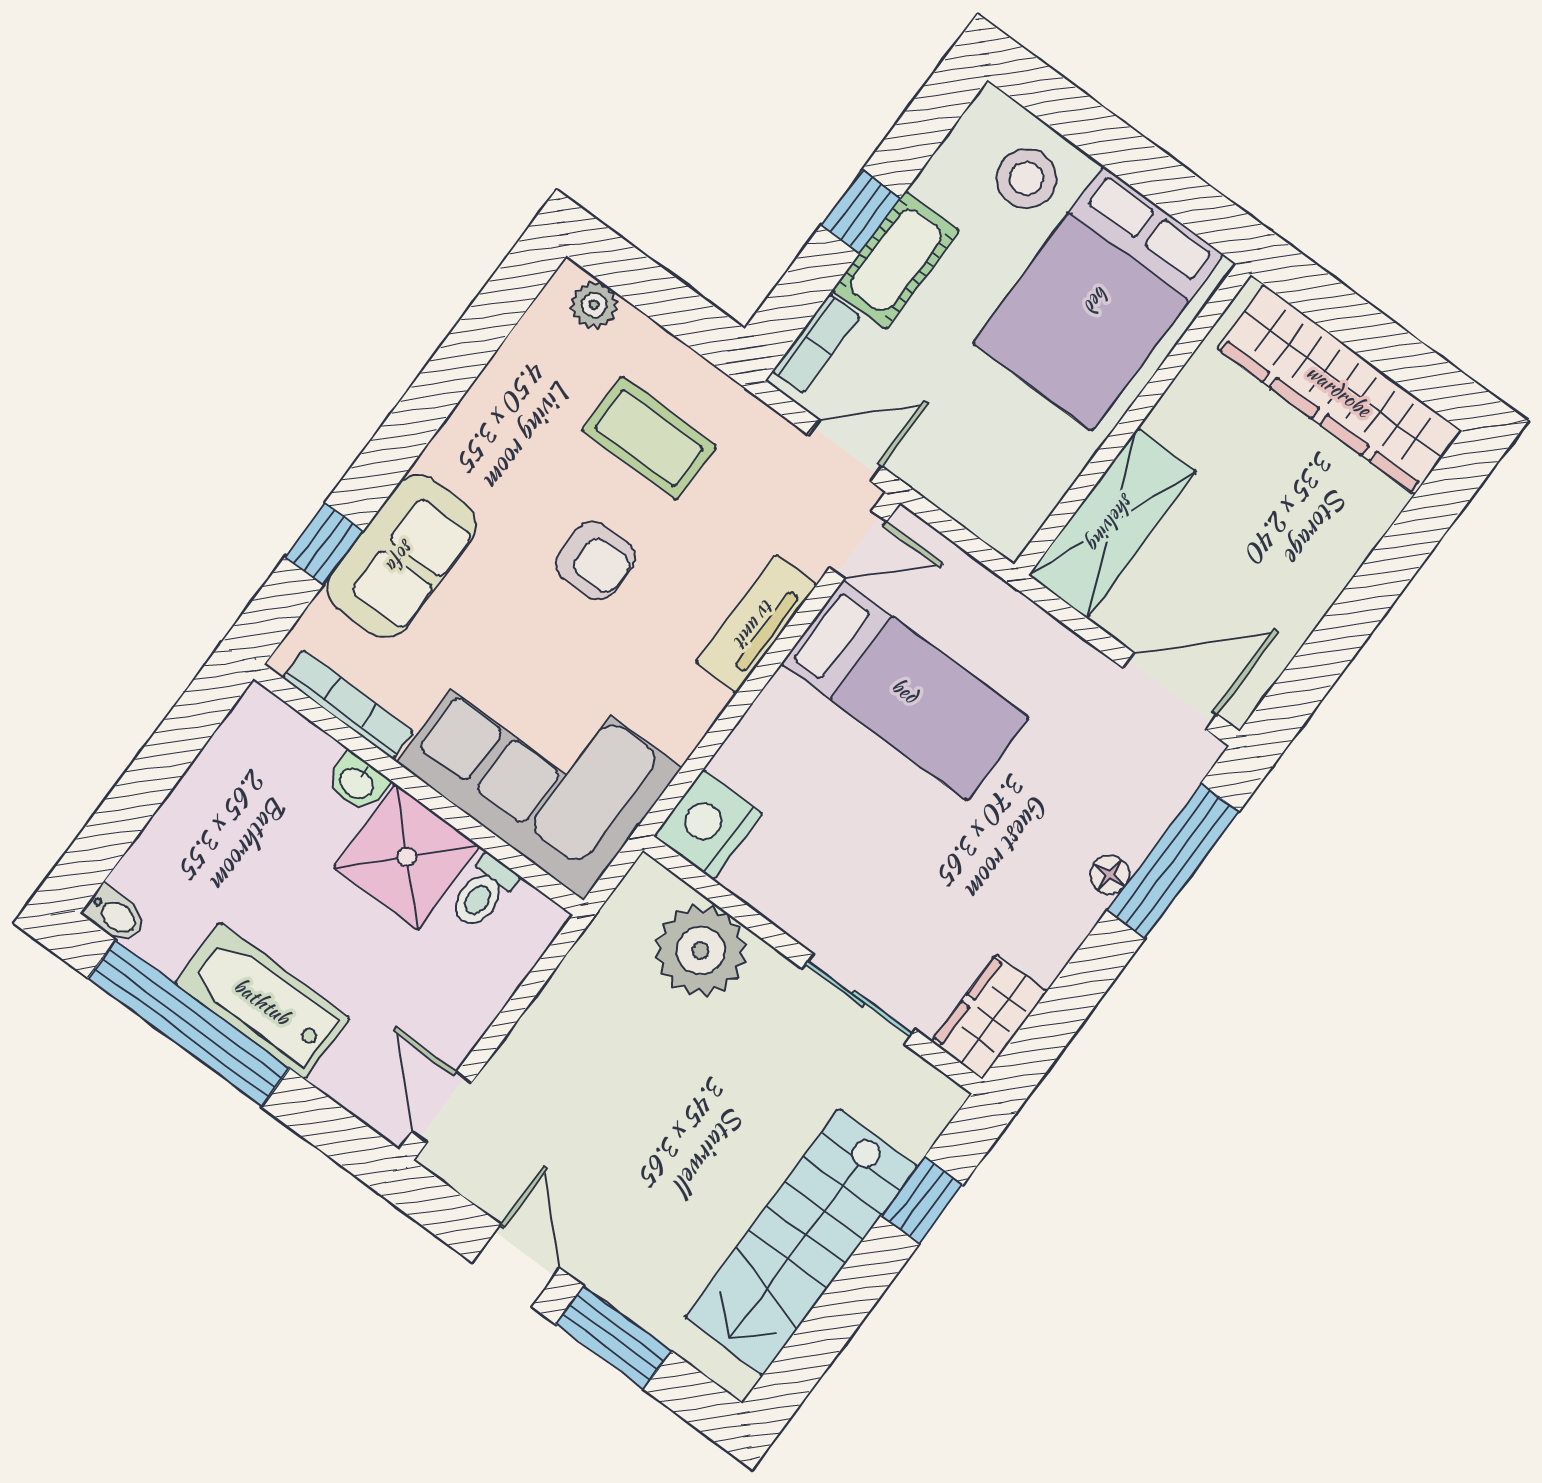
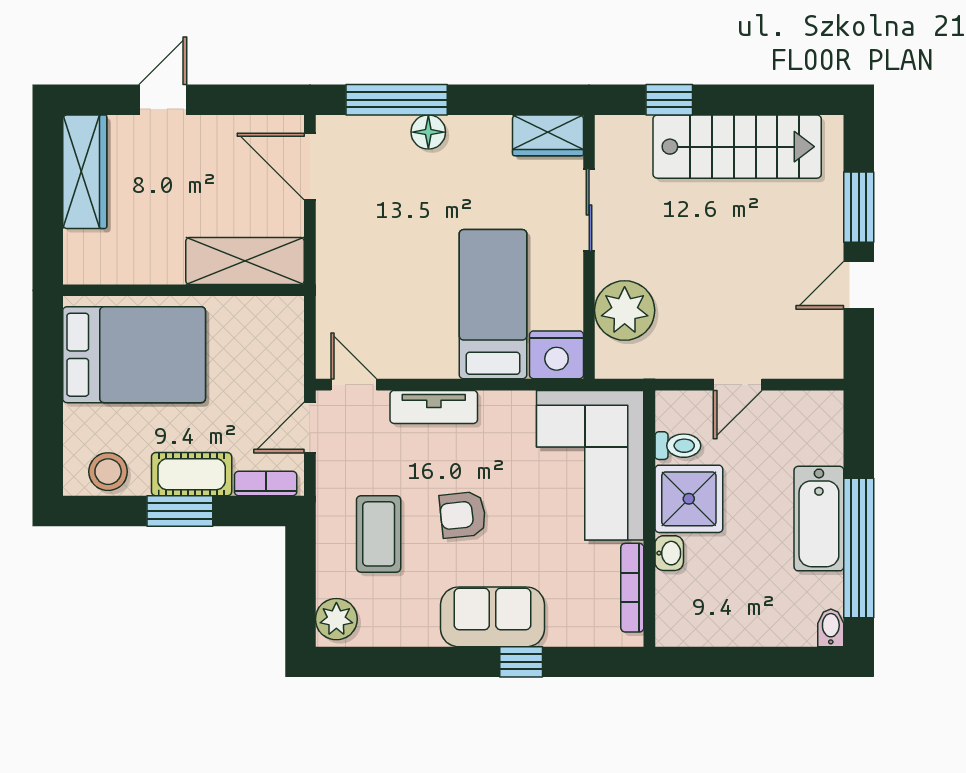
stool: (1027, 178) -> (108, 472), moved
window: (861, 212) -> (180, 511), width x1.50
plant: (594, 305) -> (336, 619), width x1.38, depth x1.38
wardrobe: (1339, 390) -> (85, 172), width x0.71, depth x0.85
door: (845, 451) -> (310, 427), hinge flipped
window: (324, 544) -> (521, 662), moved
sofa: (402, 556) -> (493, 617), moved
armchair: (595, 560) -> (463, 515), turned -96
door: (1389, 569) -> (163, 100), added
bed: (905, 690) -> (493, 304), moved
floor lamp: (1110, 875) -> (428, 132), width x1.37, depth x1.37
door: (442, 1107) -> (738, 385), moved

